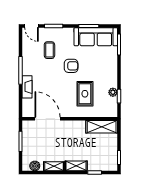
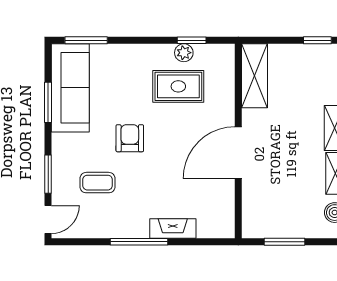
rug: (85, 94) -> (178, 86), moved
door: (48, 119) -> (238, 153), moved

